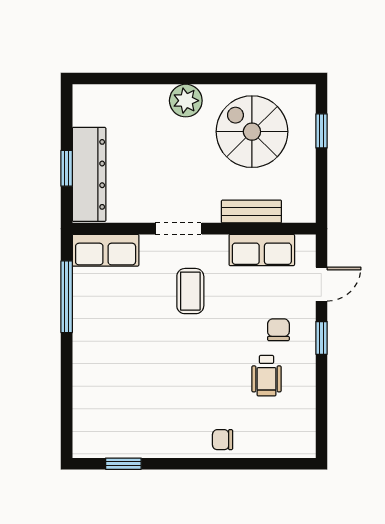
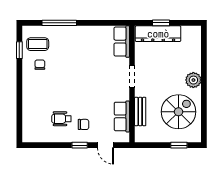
coffee table: (190, 291) -> (38, 44), moved
window: (67, 297) -> (59, 23), moved
chair: (223, 440) -> (40, 65), moved

